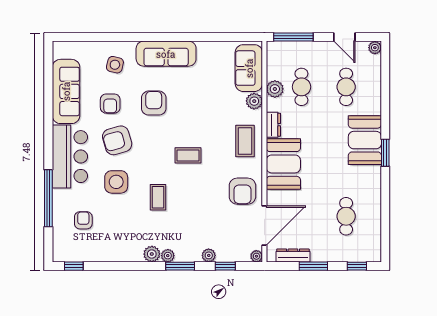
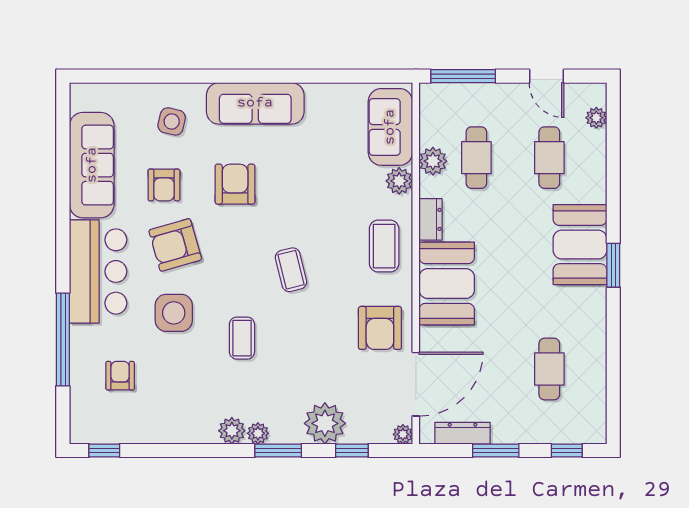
plant: (375, 48) -> (596, 118), moved
coffee table: (188, 155) -> (291, 270), turned 76
plant: (209, 255) -> (325, 423), width x1.88, depth x1.88

